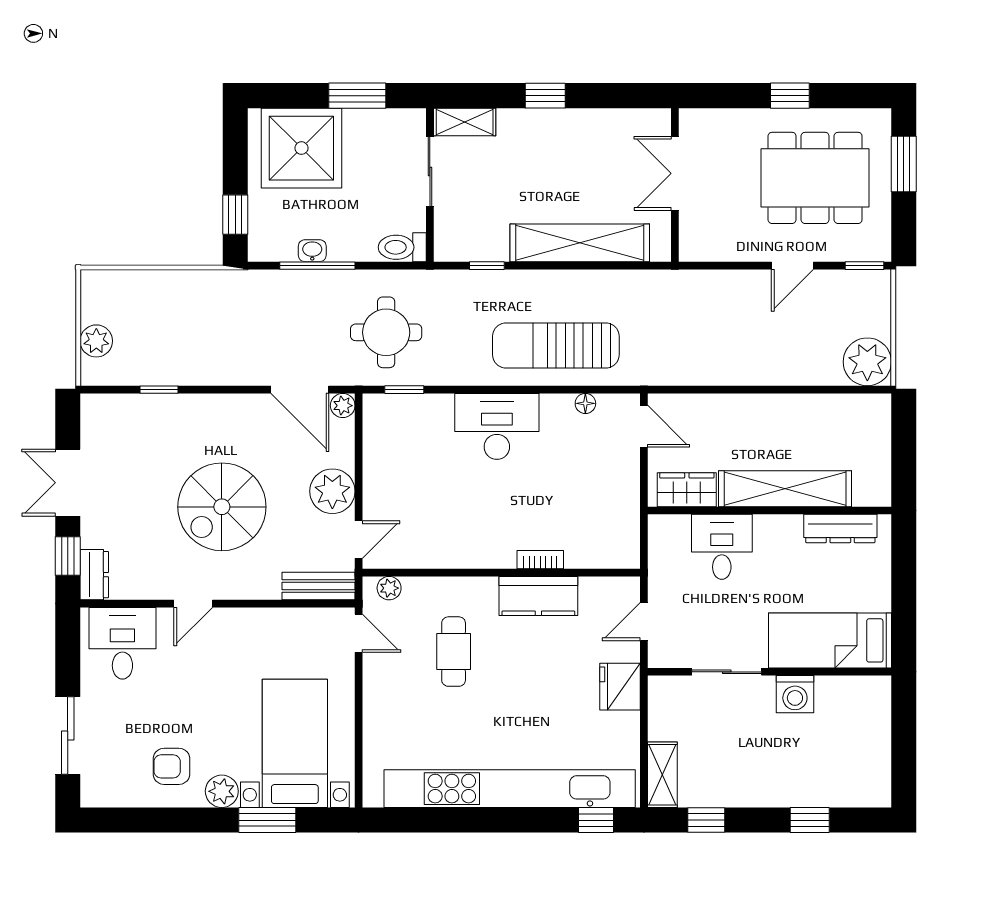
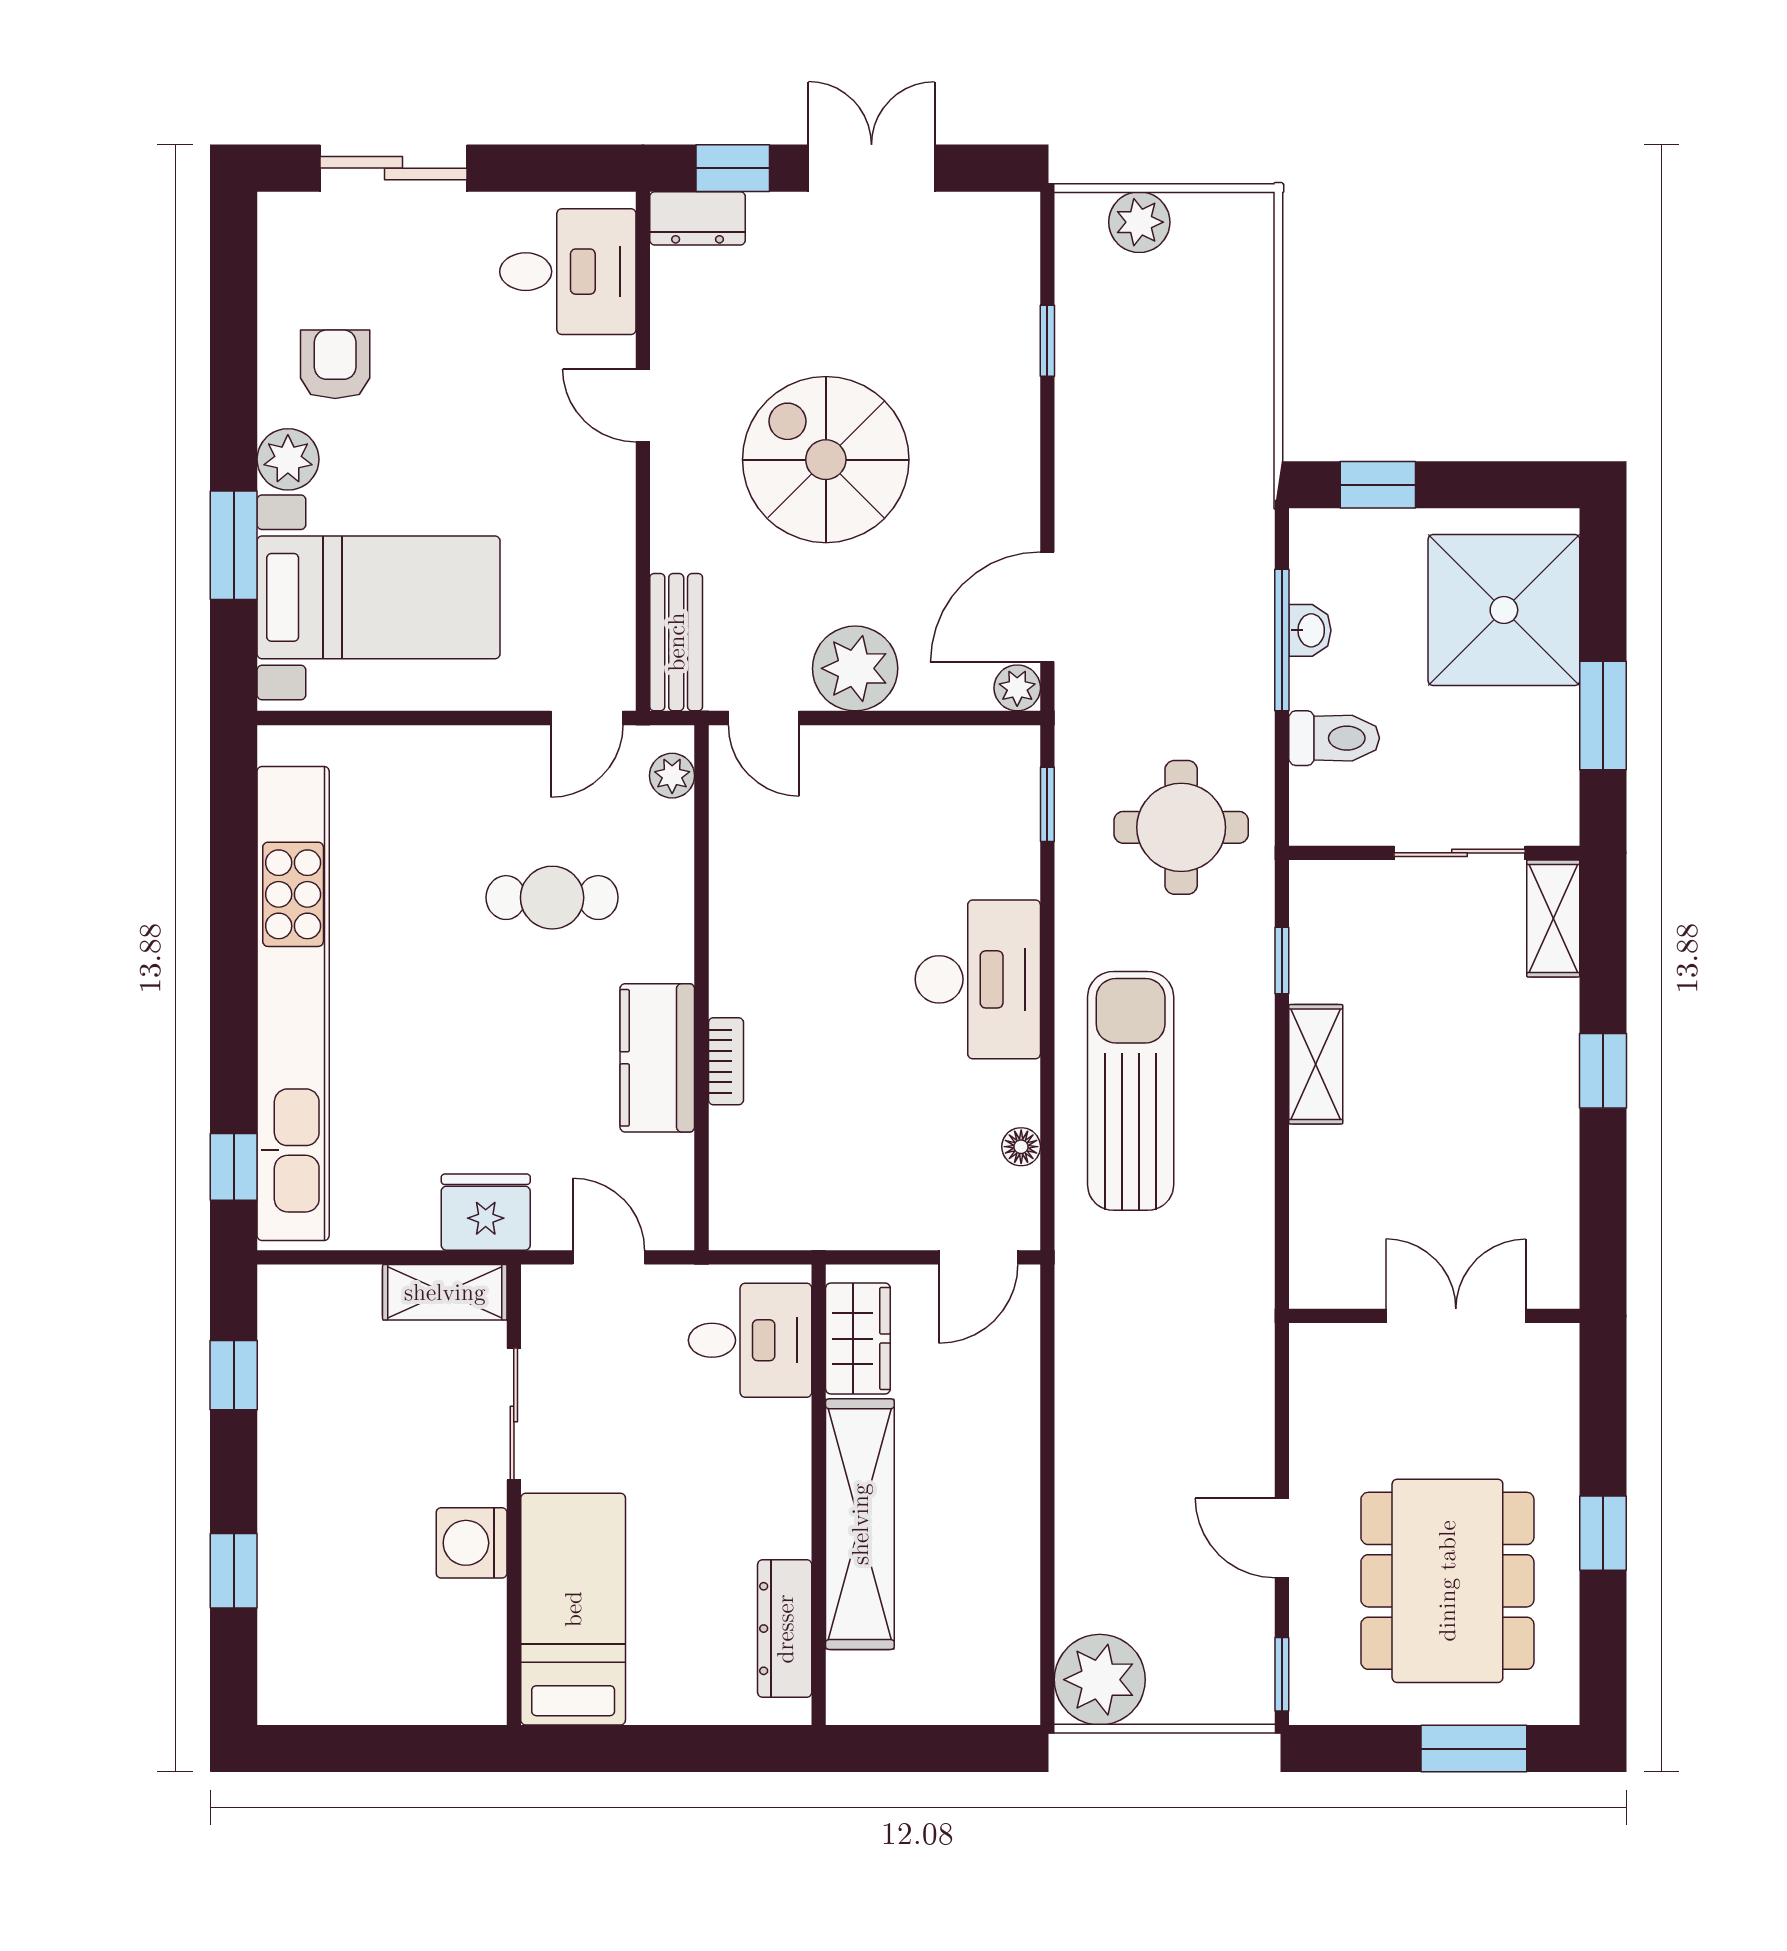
shelving: (580, 243) -> (1316, 1064), width x0.45, depth x0.75
toilet: (402, 247) -> (1334, 738), moved, turned 90
round table: (386, 332) -> (1181, 827), moved
desk: (722, 547) -> (750, 1340), moved
shelving: (662, 775) -> (445, 1292), moved

